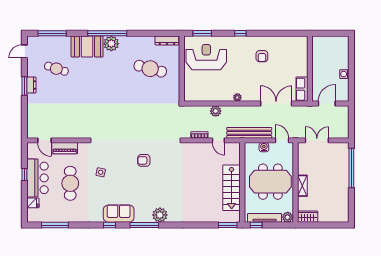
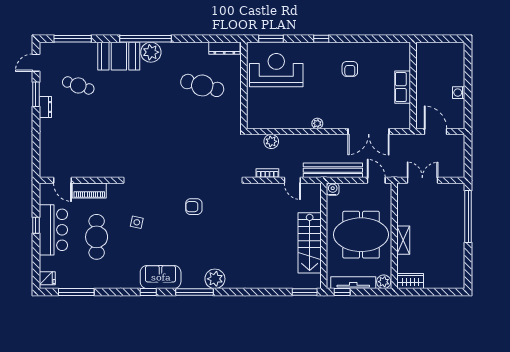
window: (24, 86) -> (36, 94), moved
row of seats: (302, 89) -> (403, 87), moved
double door: (276, 104) -> (369, 132), swing flipped
door: (327, 104) -> (436, 132), hinge flipped
plant: (216, 111) -> (271, 141), moved
water cooler: (264, 147) -> (333, 189), moved
fridge: (33, 203) -> (47, 278), moved

